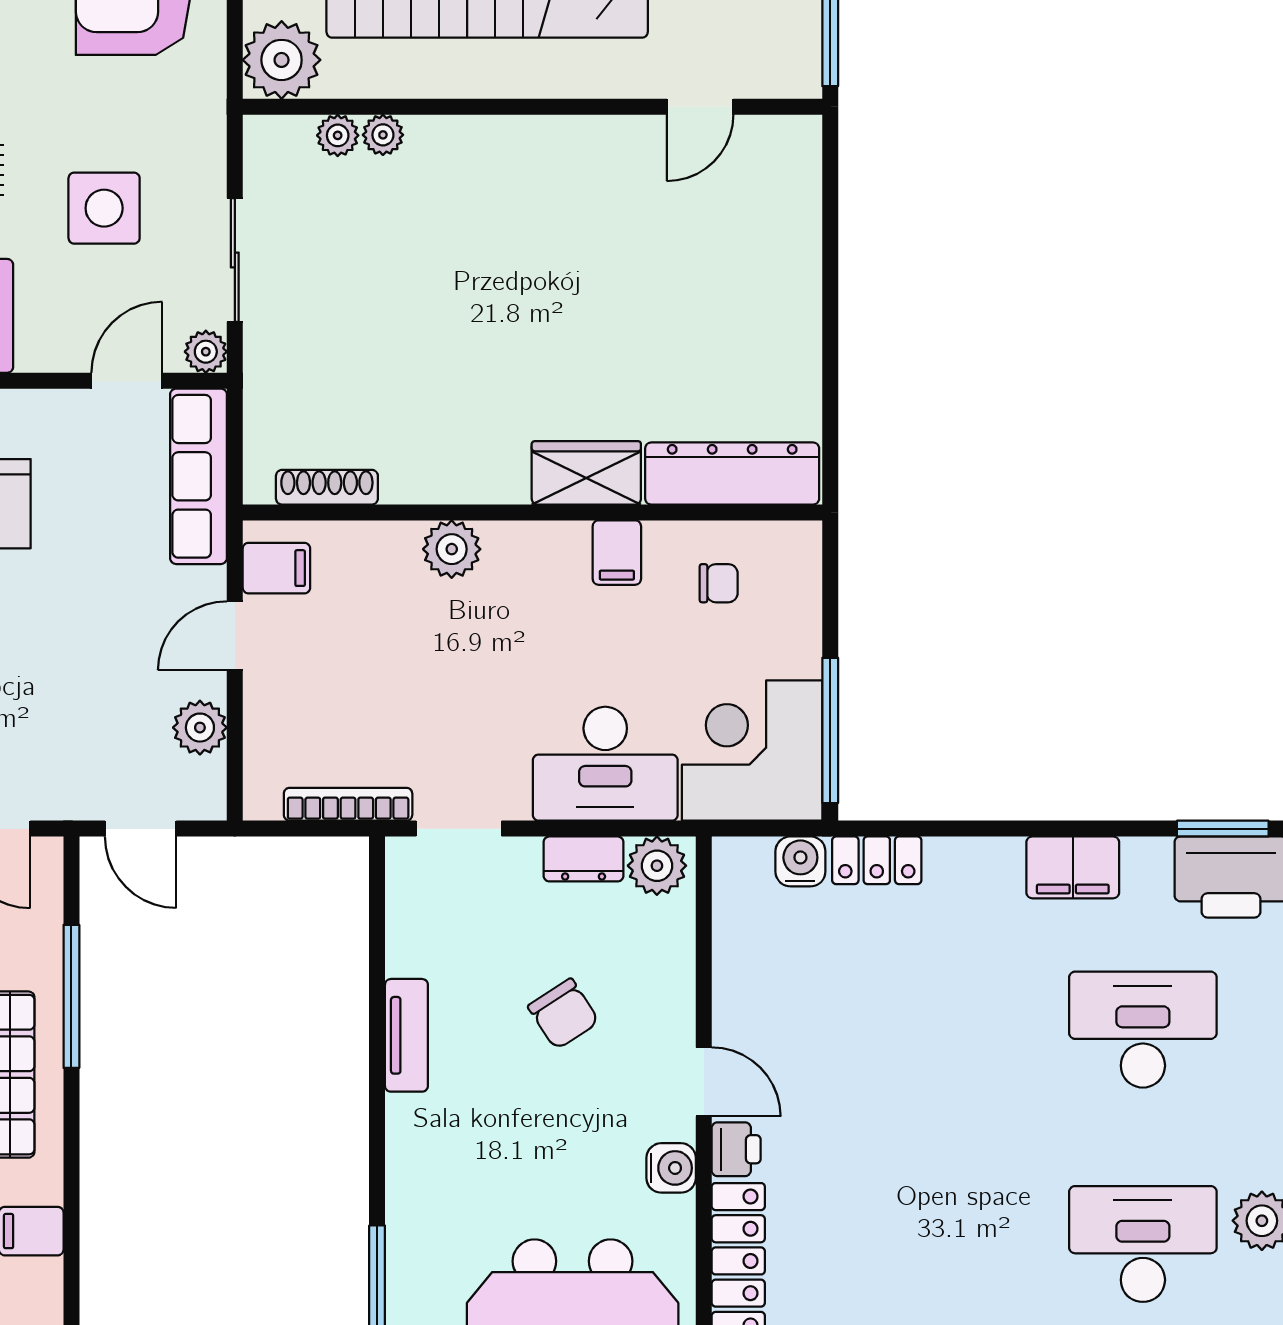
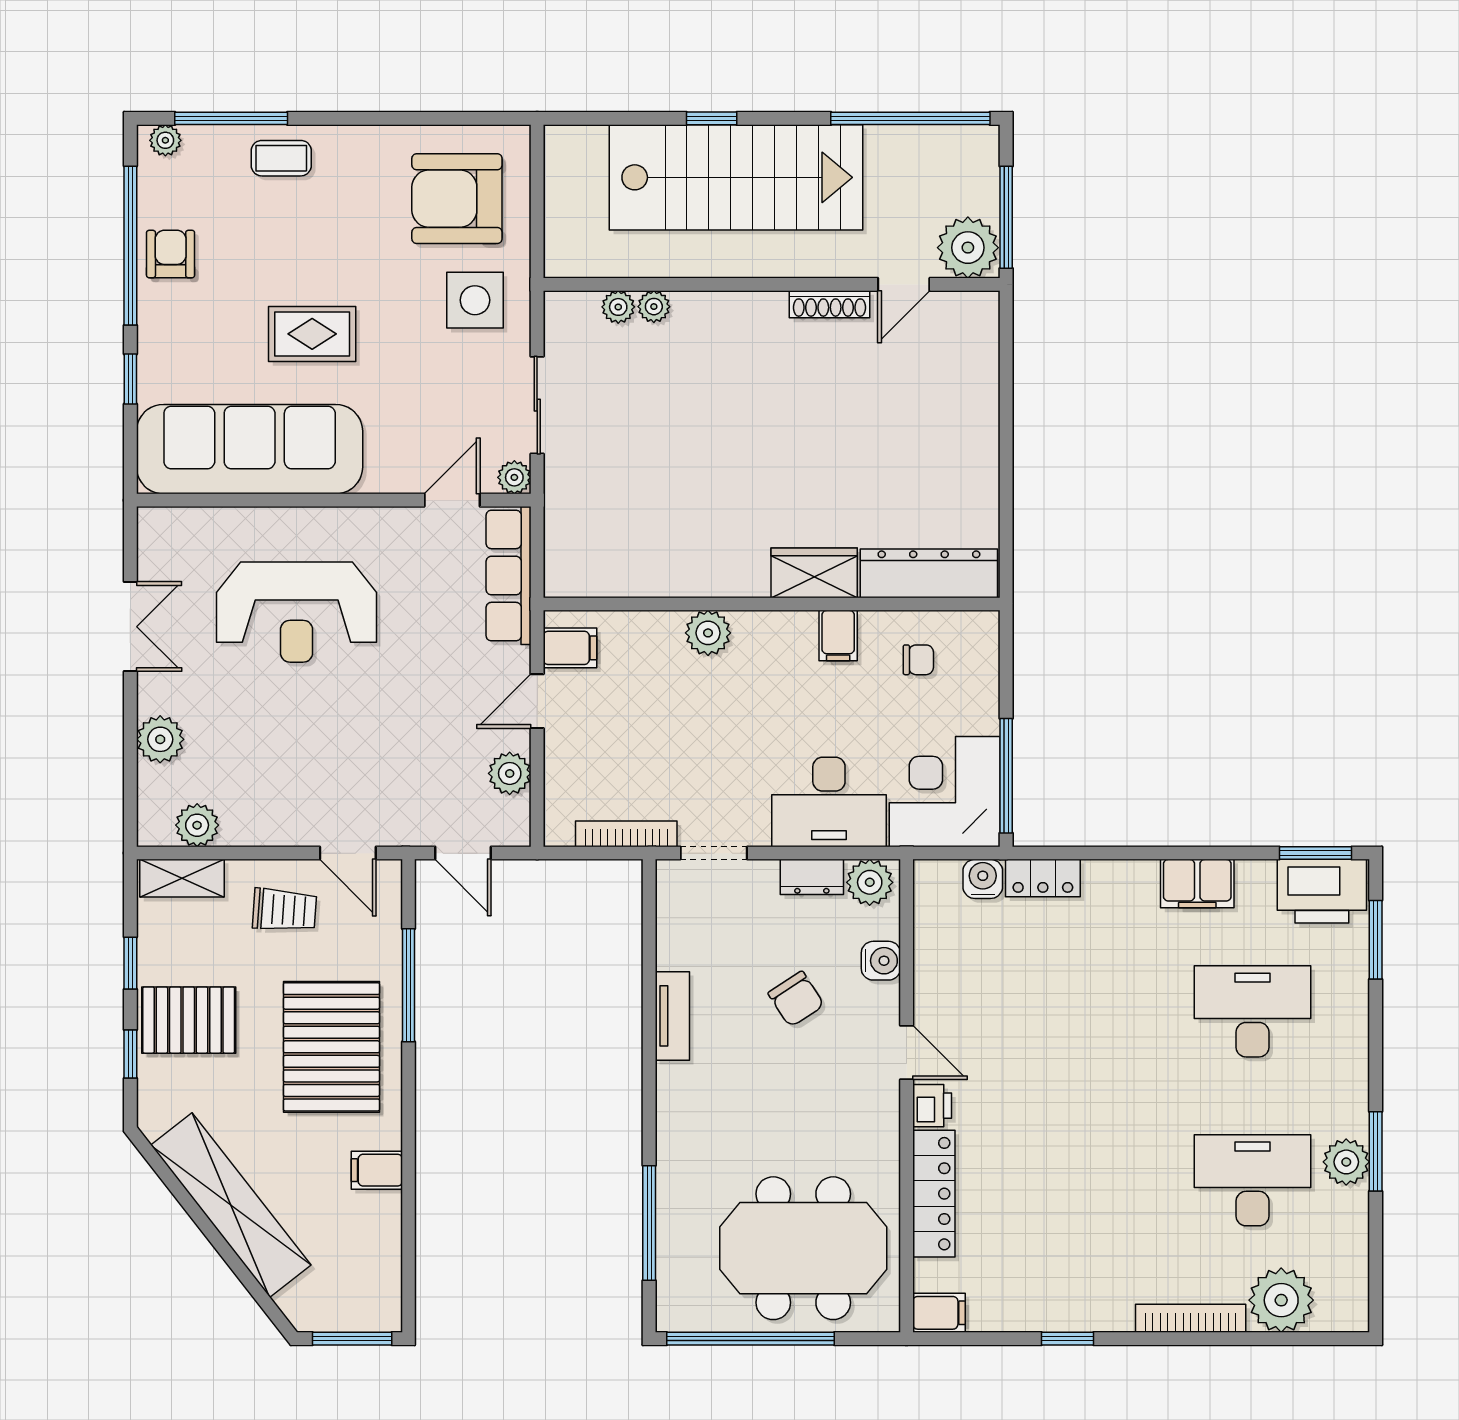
plant: (282, 60) -> (968, 248), moved
side table: (104, 208) -> (475, 300), moved
shoe rack: (327, 487) -> (829, 304), moved, turned 180
water cooler: (671, 1168) -> (881, 961), moved

